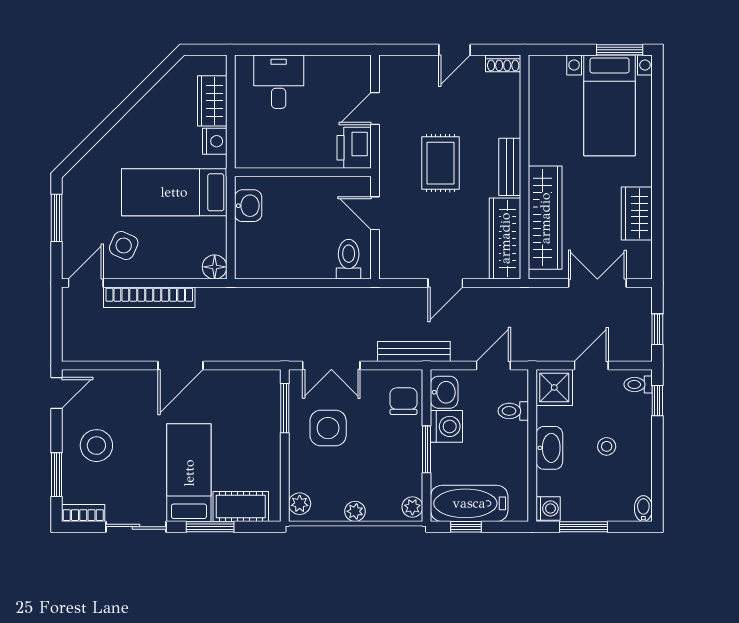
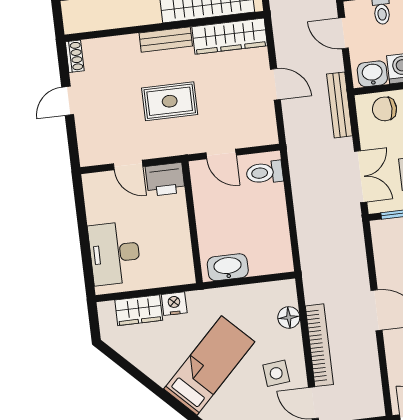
door: (454, 50) -> (68, 101), swing flipped
desk: (279, 82) -> (115, 253), width x1.37
bed: (174, 192) -> (209, 365), moved, turned -135
washbasin: (248, 206) -> (228, 267), width x1.38
door: (375, 213) -> (221, 154), hinge flipped
side table: (124, 245) -> (276, 373), turned -30
floor lamp: (215, 267) -> (289, 317), moved

